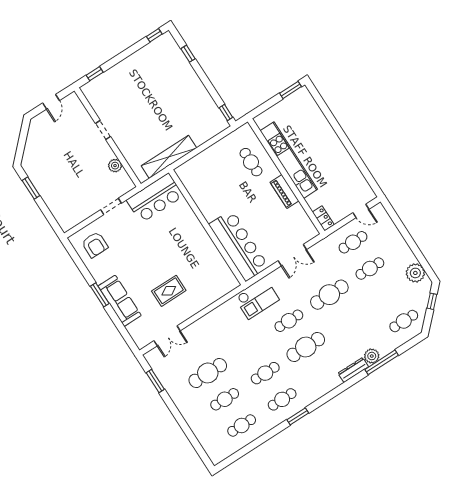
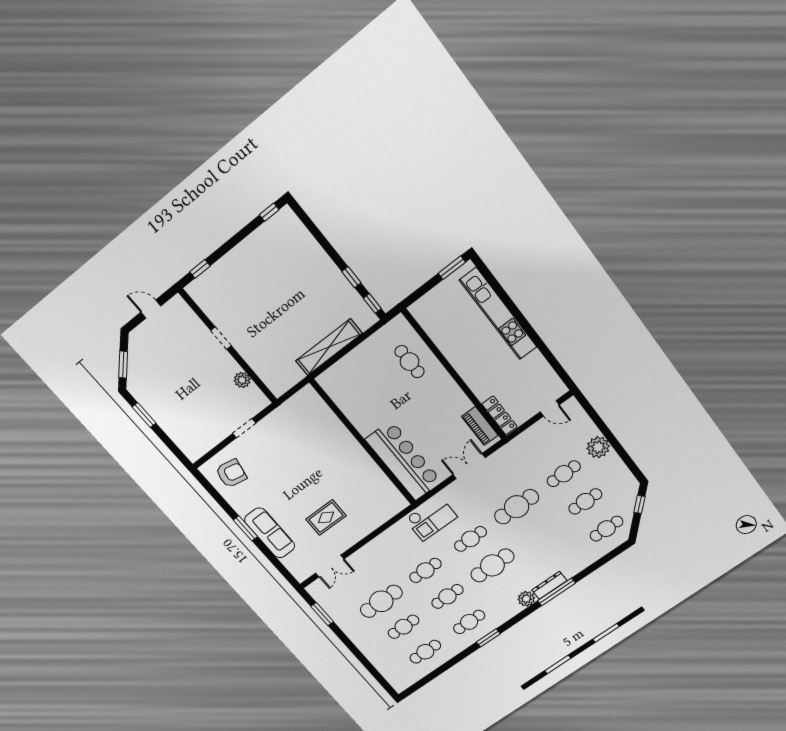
window: (188, 54) -> (351, 277), moved
door: (51, 102) -> (151, 309), swing flipped
window: (21, 145) -> (123, 365), added
shelving: (169, 157) -> (329, 347), moved
kitchen unit: (289, 160) -> (498, 314), moved, turned 180
piano: (284, 192) -> (480, 426), moved
bar counter: (155, 198) -> (296, 414), removed
locker: (323, 218) -> (500, 415), width x1.53
cafe table: (353, 242) -> (585, 501), moved
armchair: (95, 245) -> (231, 473), turned -79
double door: (292, 255) -> (469, 466), swing flipped
plant: (415, 273) -> (598, 447), moved
cafe table: (248, 347) -> (425, 570), added
plant: (372, 356) -> (526, 599), moved
window: (382, 362) -> (557, 592), moved

